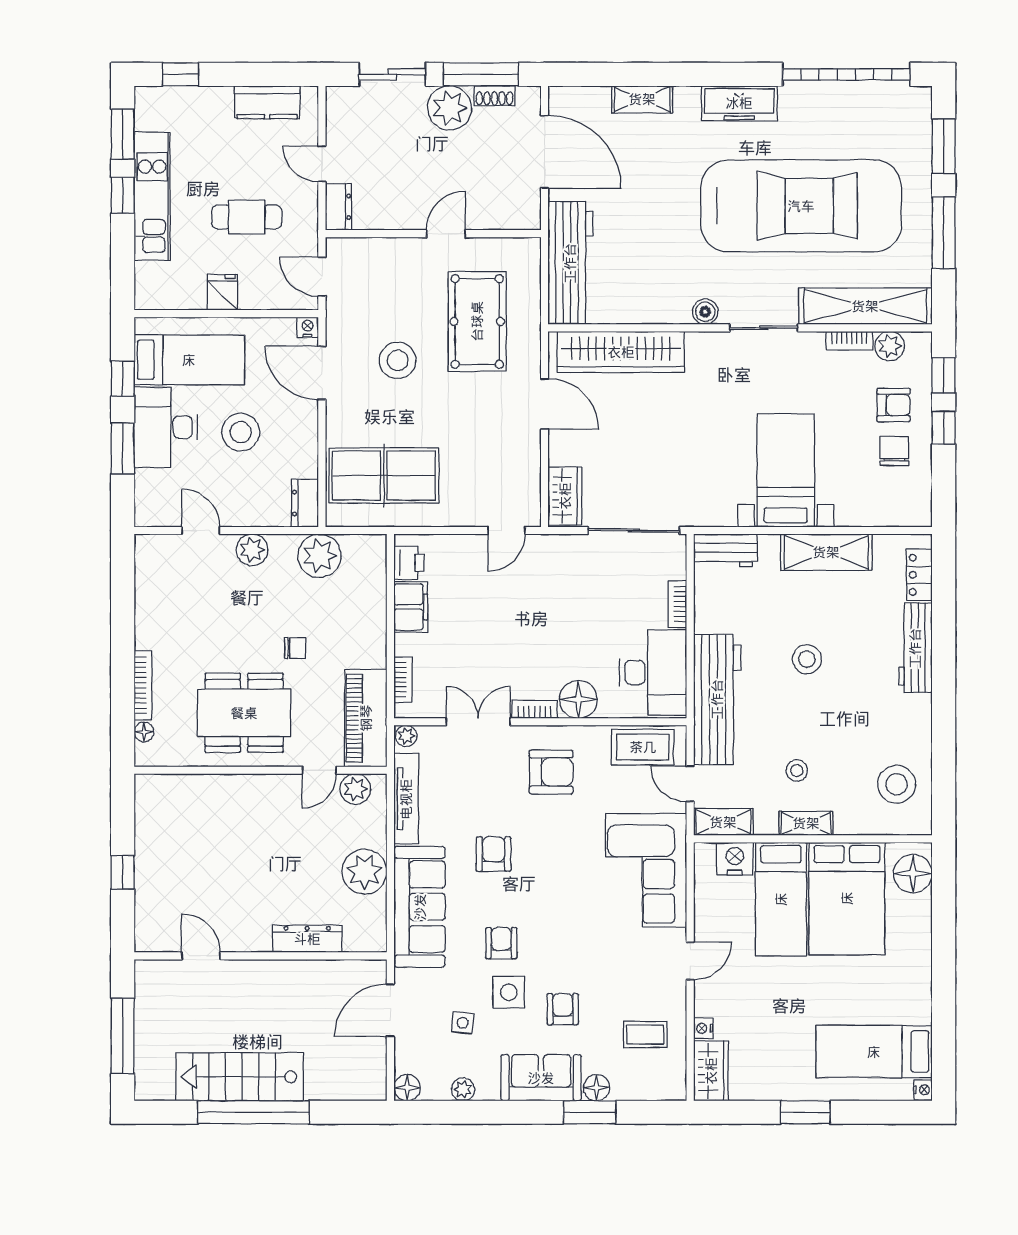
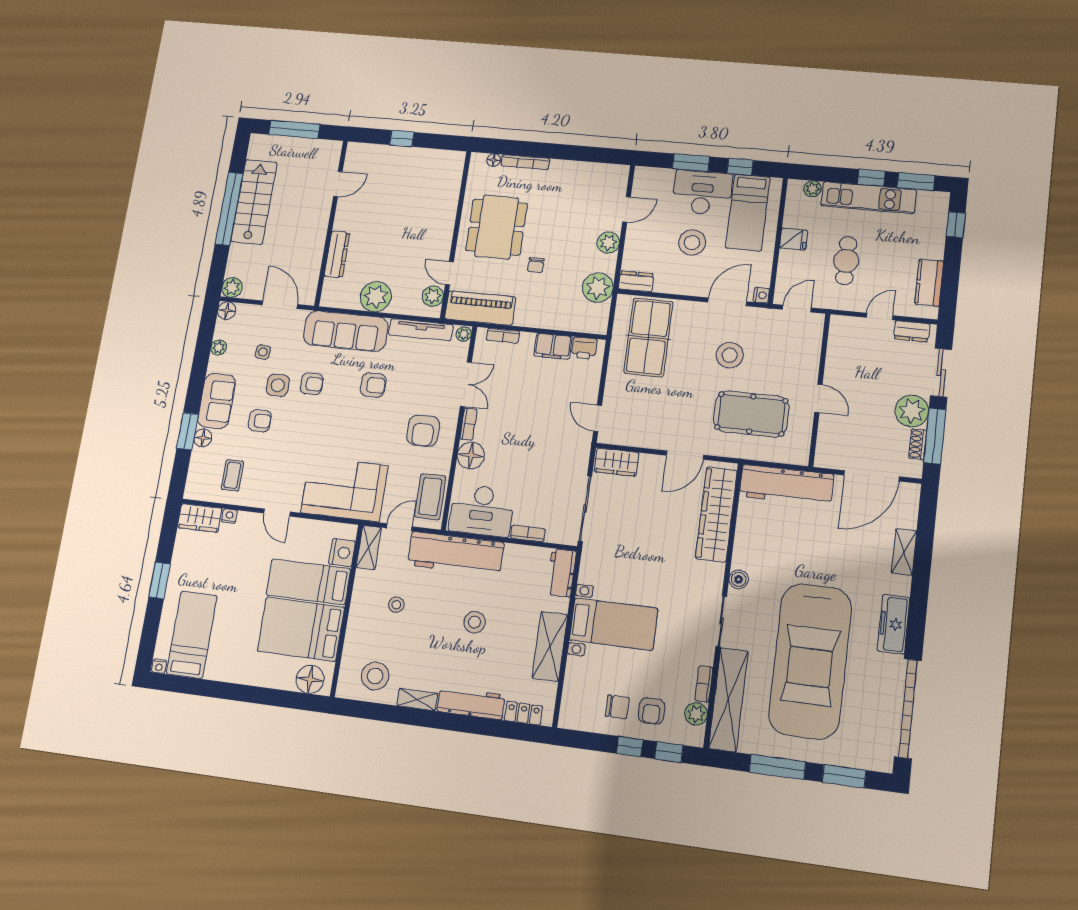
dresser: (338, 207) -> (912, 331), moved
plant: (146, 274) -> (812, 189), added
shelving: (806, 823) -> (417, 699), moved, turned 90
plant: (372, 1086) -> (232, 287), added

